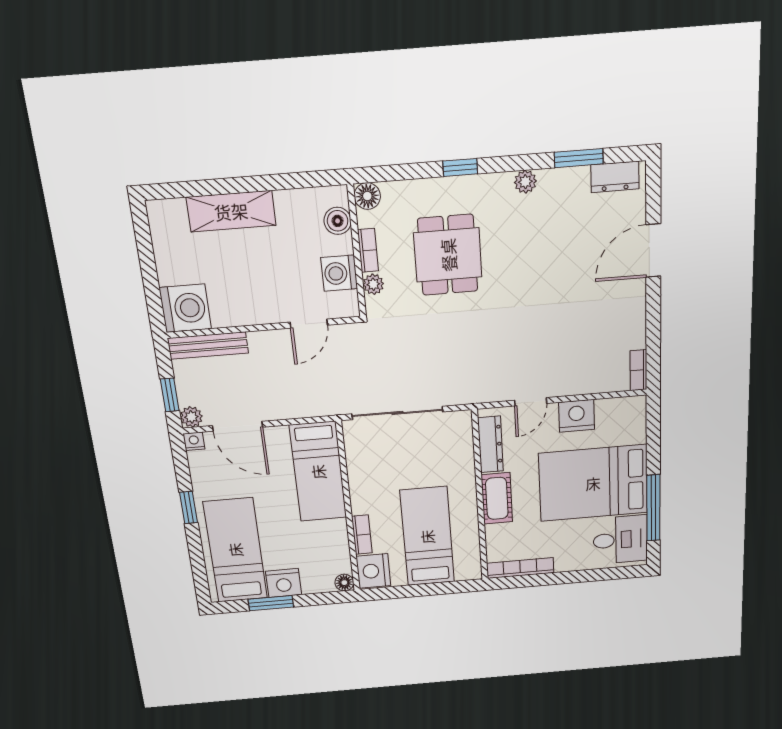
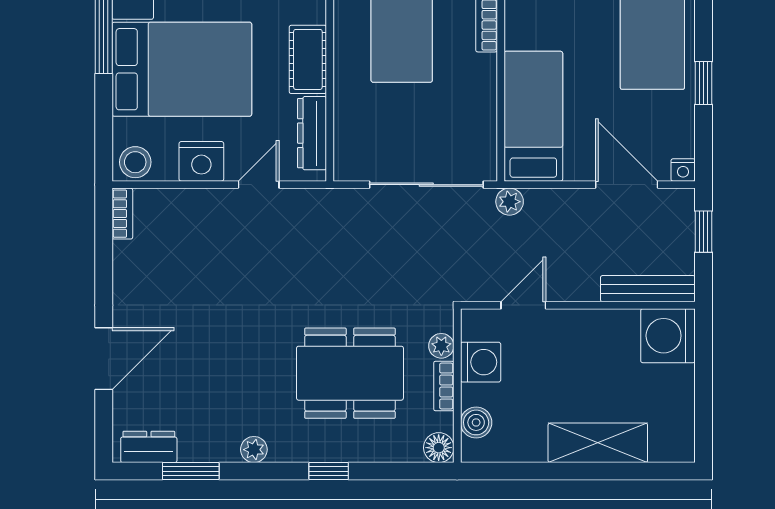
dining table: (448, 255) -> (350, 373), width x1.38
stool: (629, 411) -> (135, 162), added
plant: (191, 417) -> (510, 202), moved

